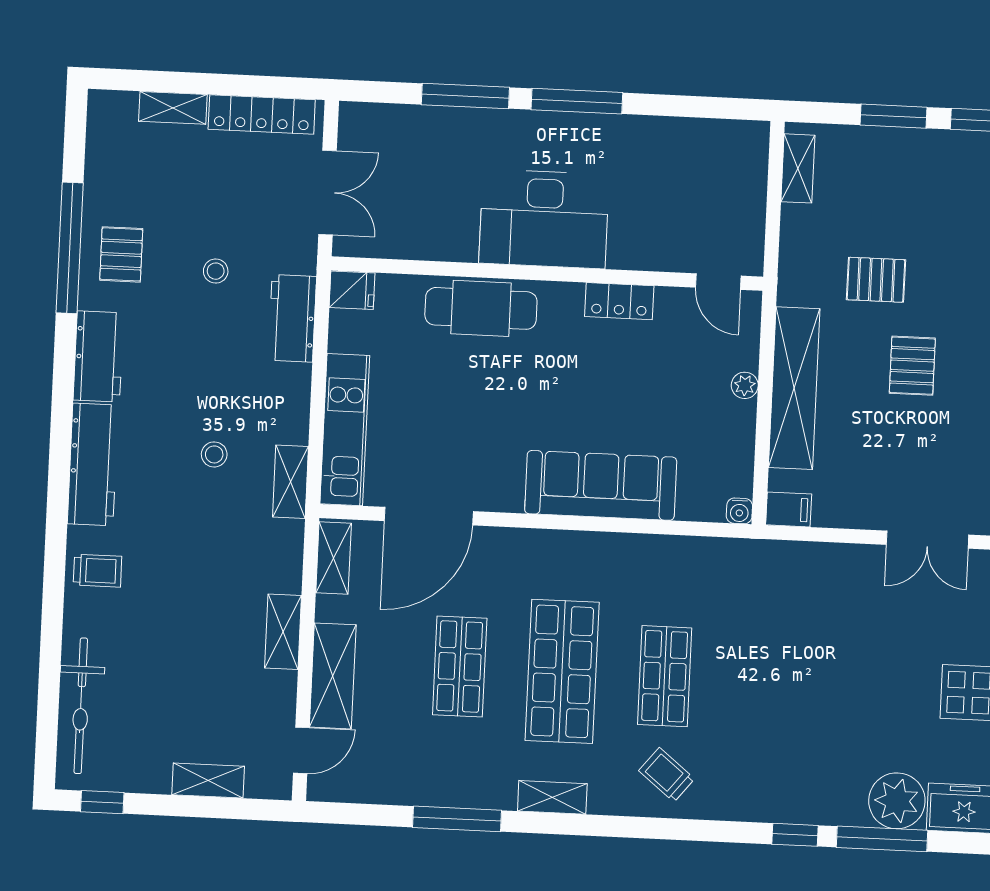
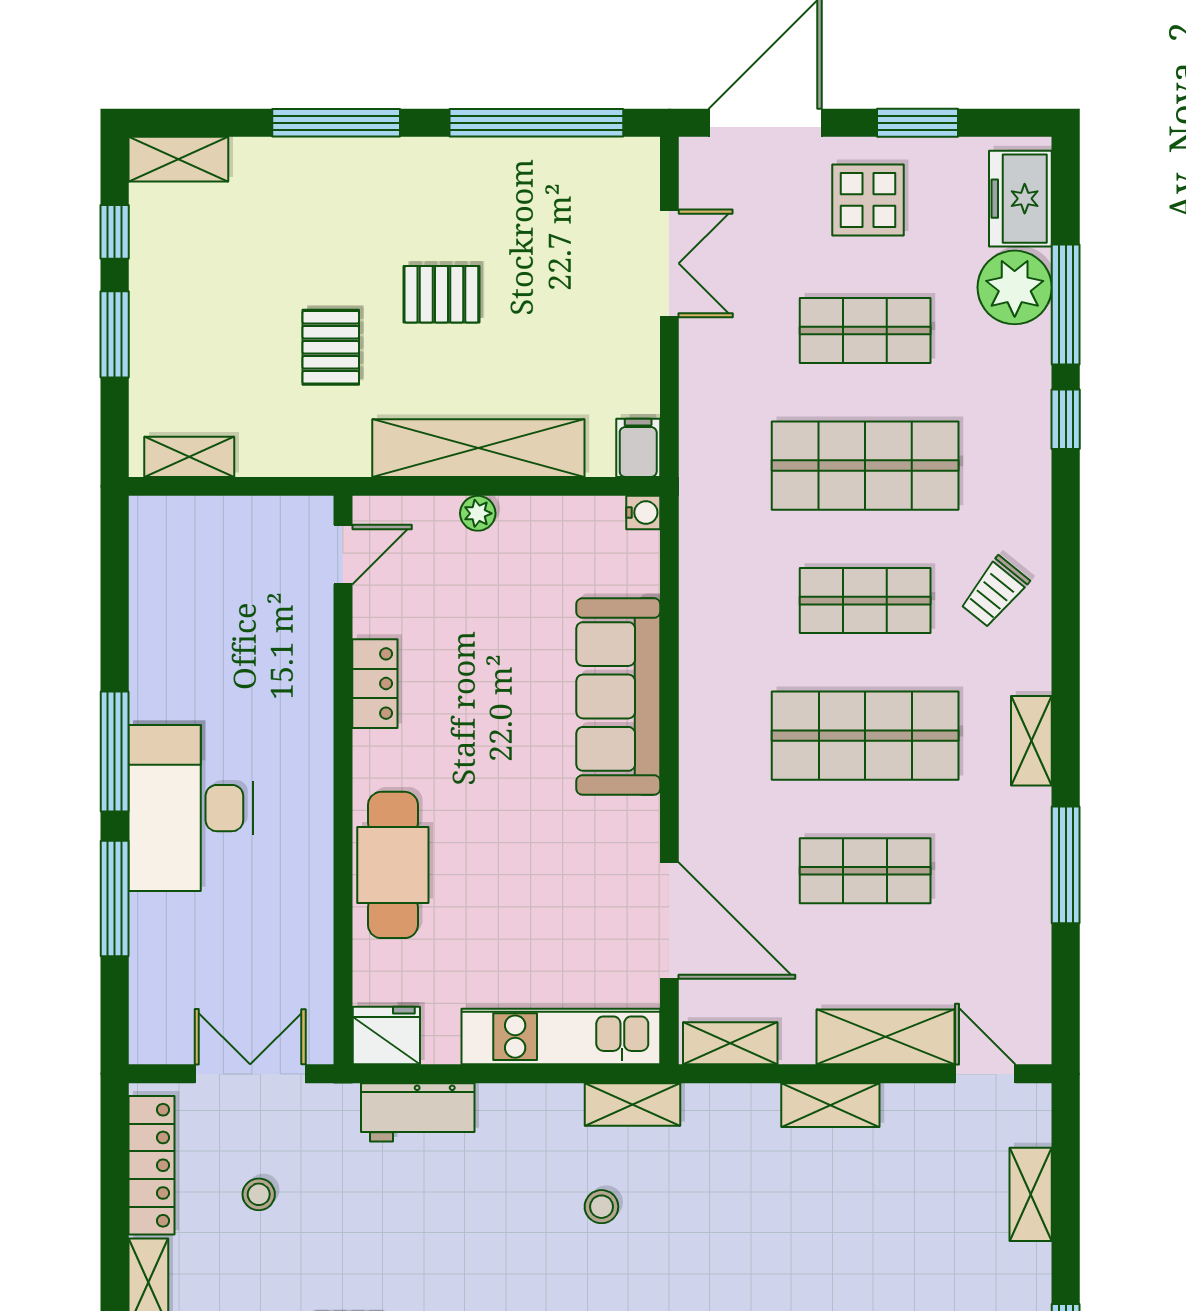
desk: (544, 219) -> (191, 808), moved, turned 180
stool: (216, 271) -> (259, 1194), moved
fridge: (352, 290) -> (386, 1036), width x1.38
shop shelf: (767, 681) -> (865, 466), added
shop shelf: (870, 686) -> (865, 331), added

